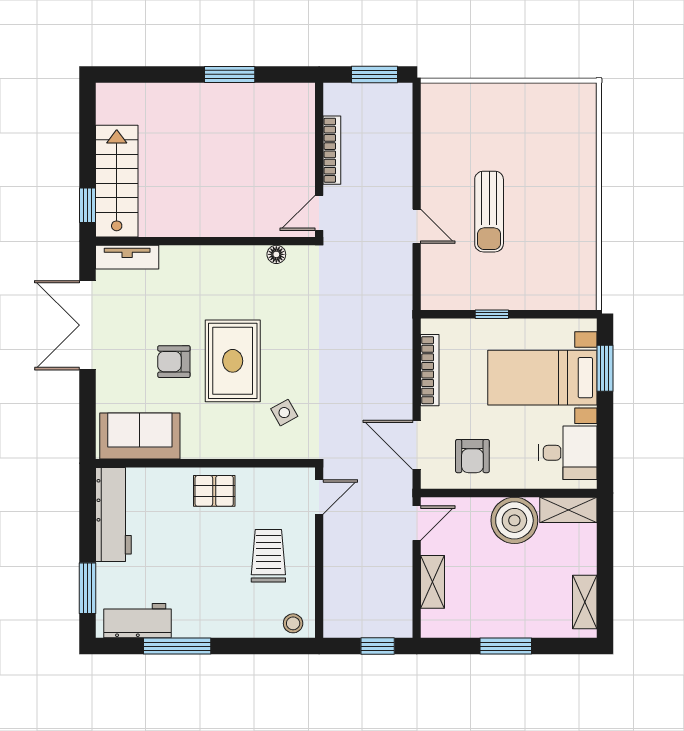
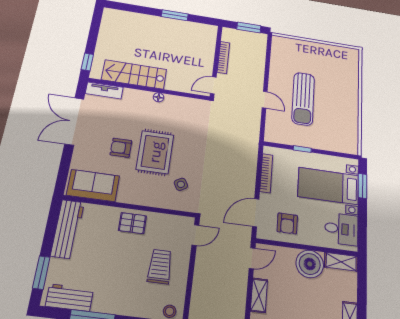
stairs: (117, 181) -> (134, 74), moved, turned -90
sun lounger: (489, 212) -> (303, 99), width x1.36, depth x1.34
floor lamp: (276, 254) -> (159, 97), moved
door: (417, 445) -> (256, 213), hinge flipped

